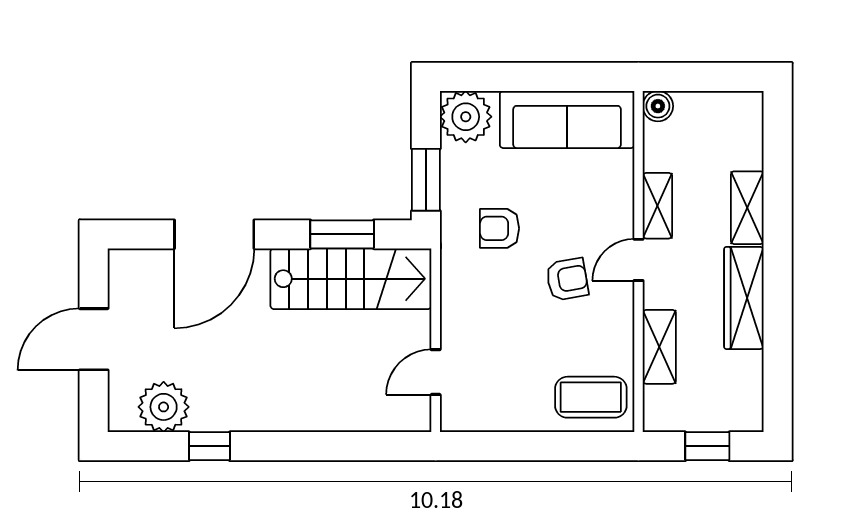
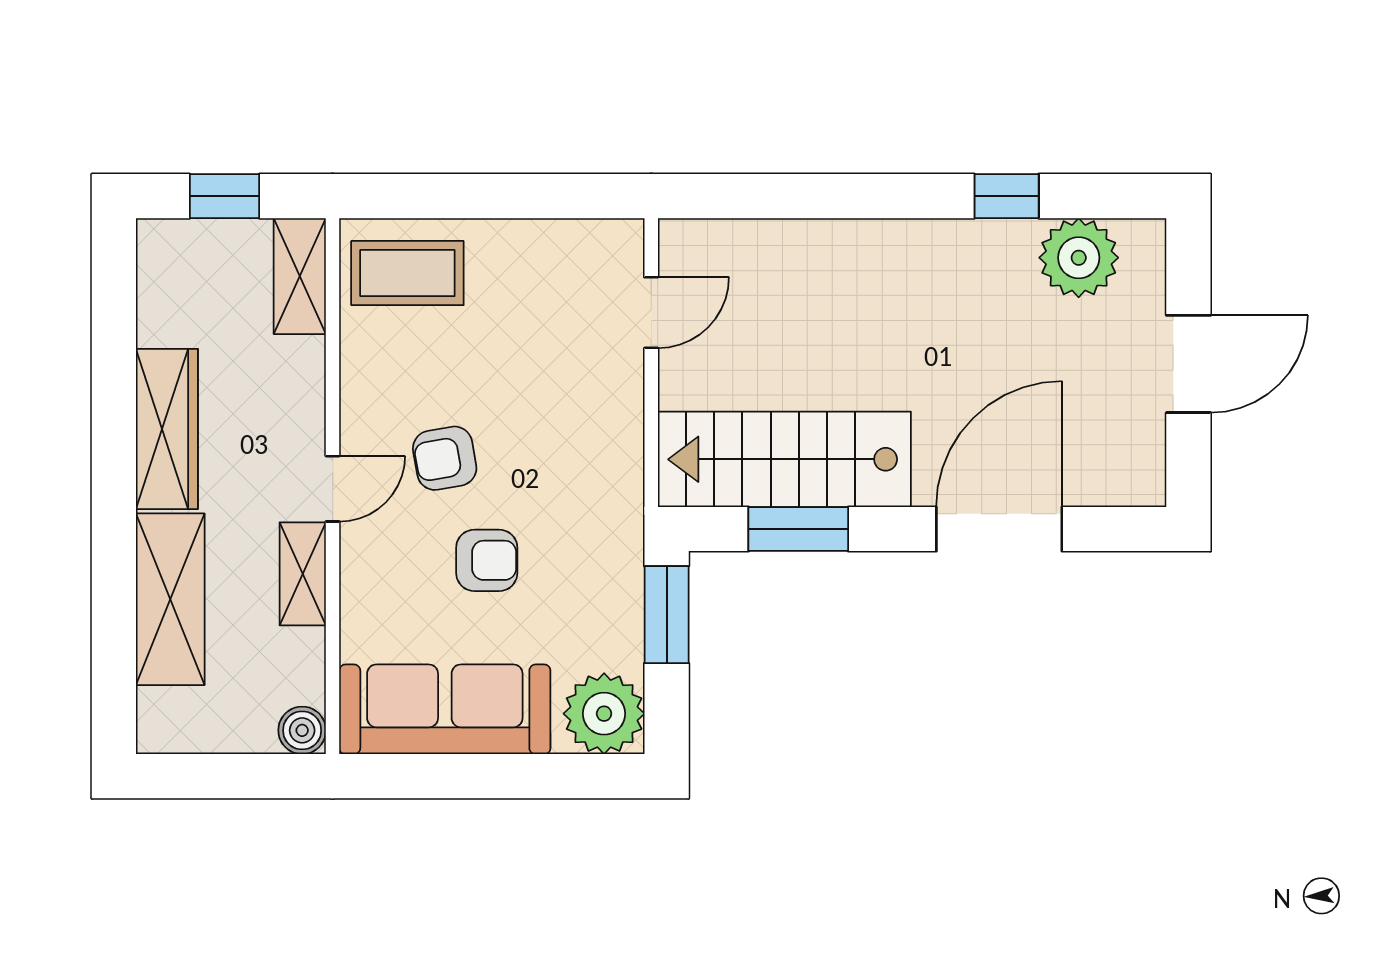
shelving: (747, 208) -> (170, 599), width x1.50, depth x1.33
armchair: (500, 228) -> (487, 560), moved
shelving: (659, 347) -> (300, 276), moved

